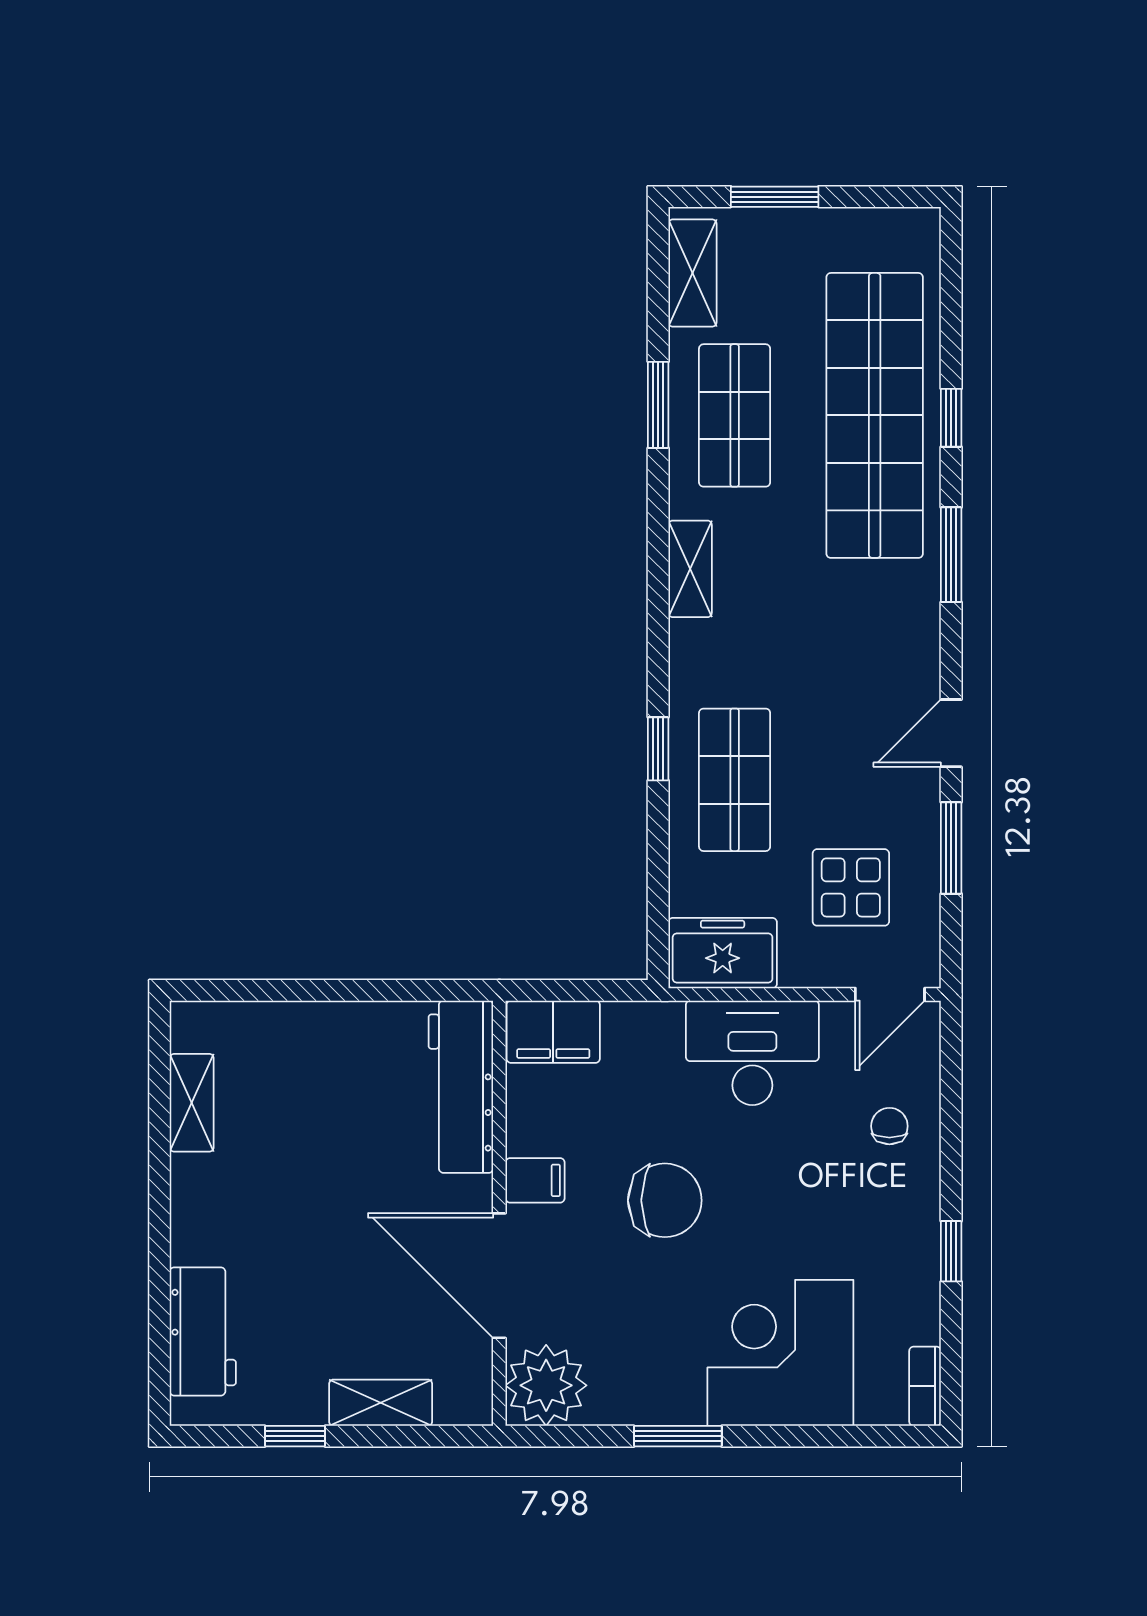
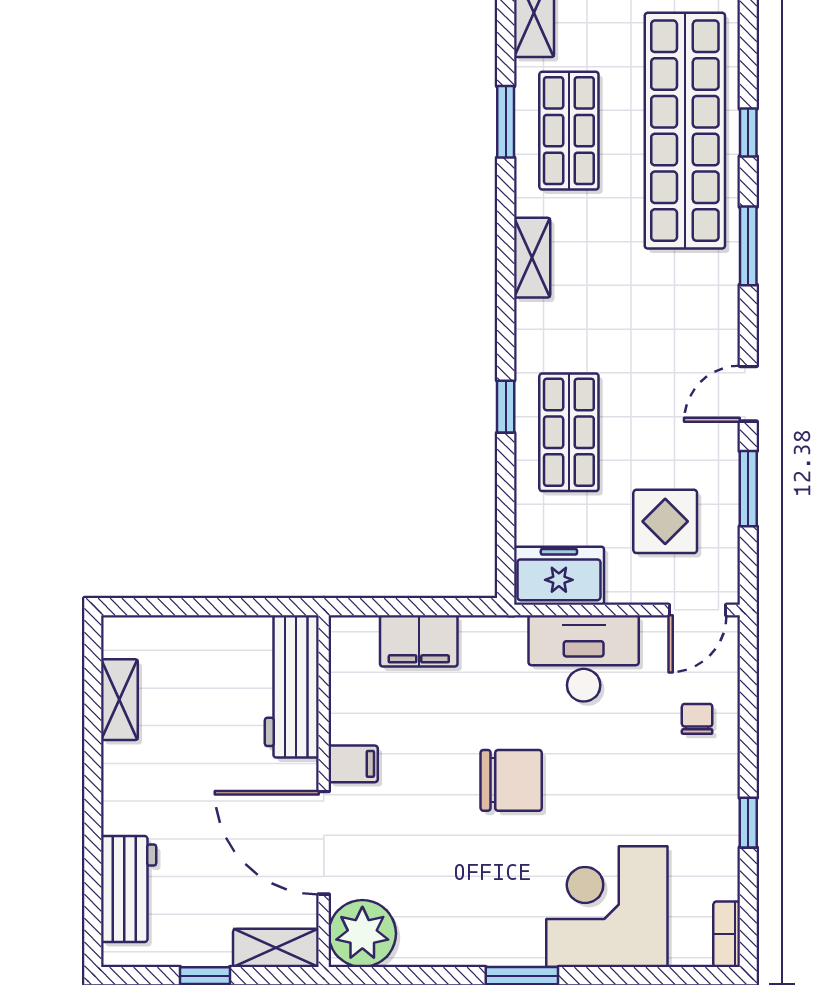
workbench: (461, 1087) -> (292, 686), moved
filing cabinet: (535, 1180) -> (353, 764), moved
wall: (499, 1213) -> (324, 791), moved
door: (499, 1276) -> (324, 843), moved
plant: (546, 1385) -> (362, 934), moved

